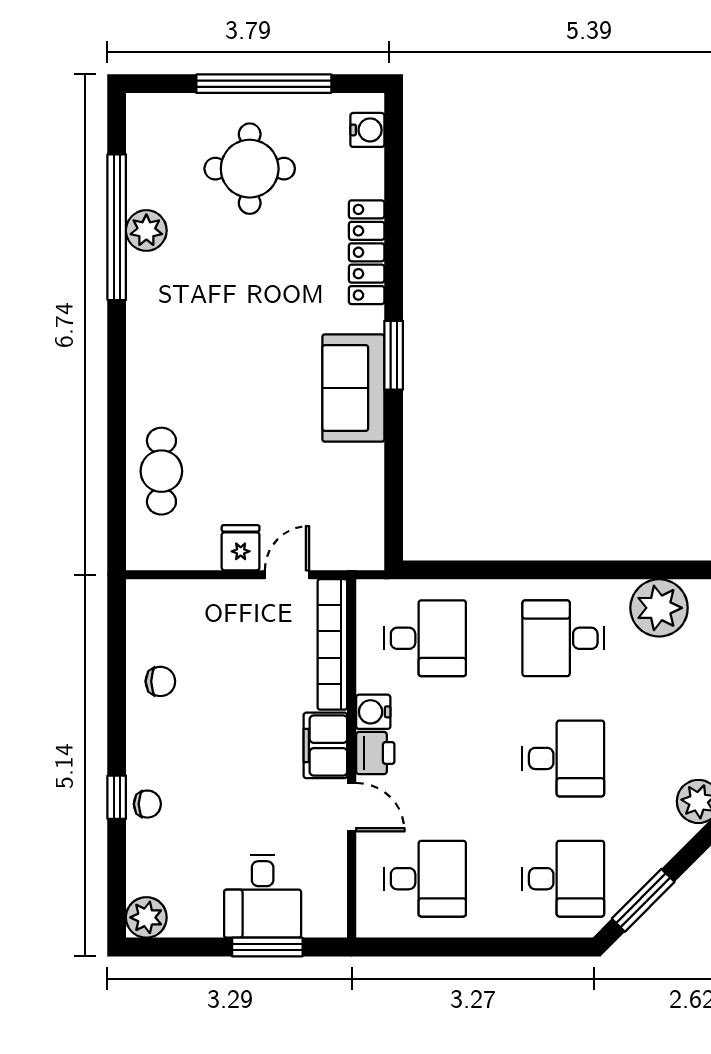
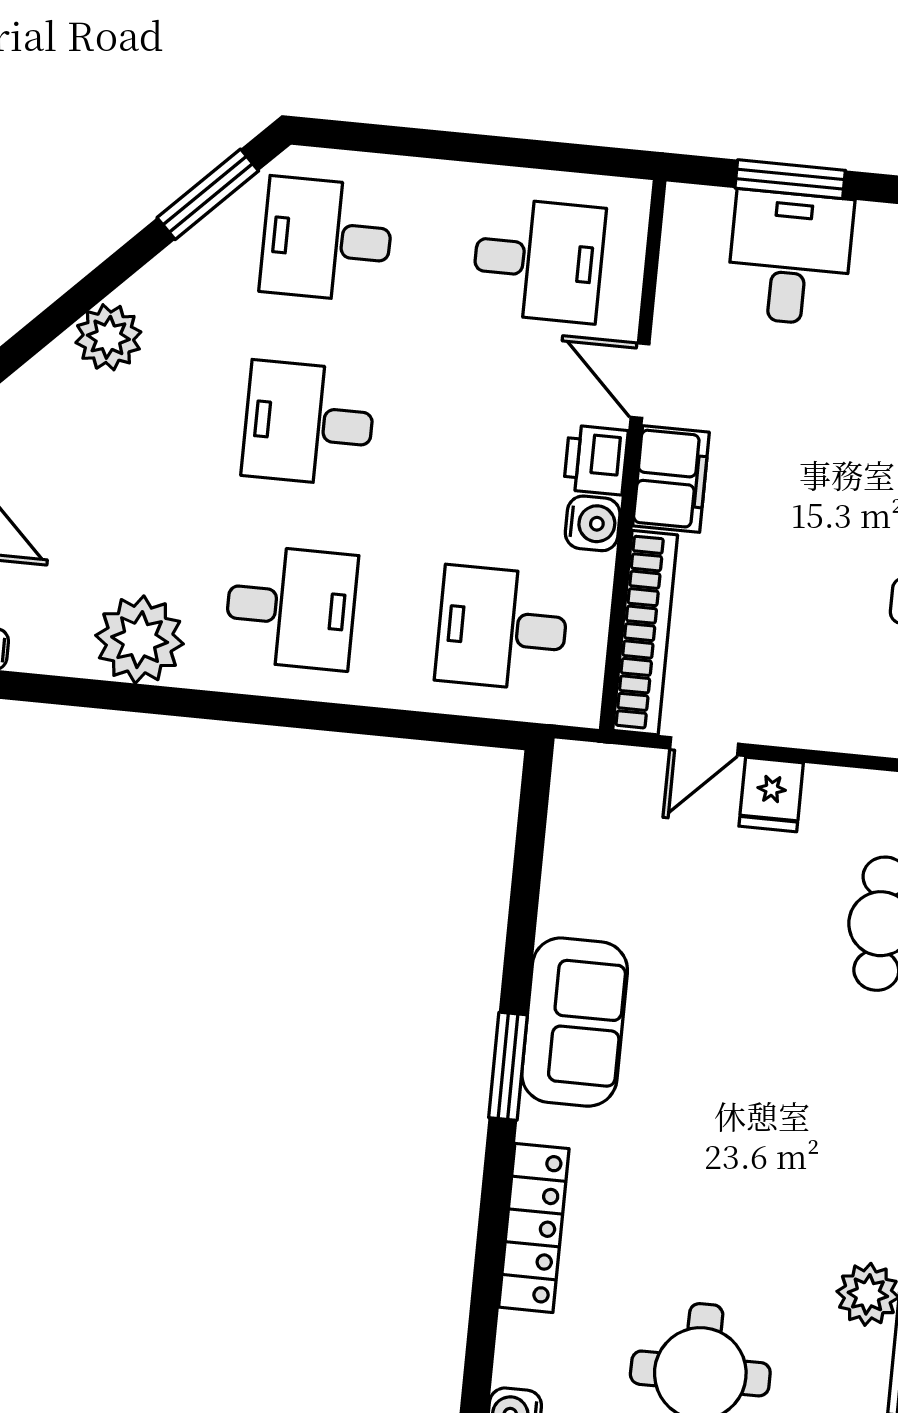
desk: (425, 879) -> (538, 260), turned 180

